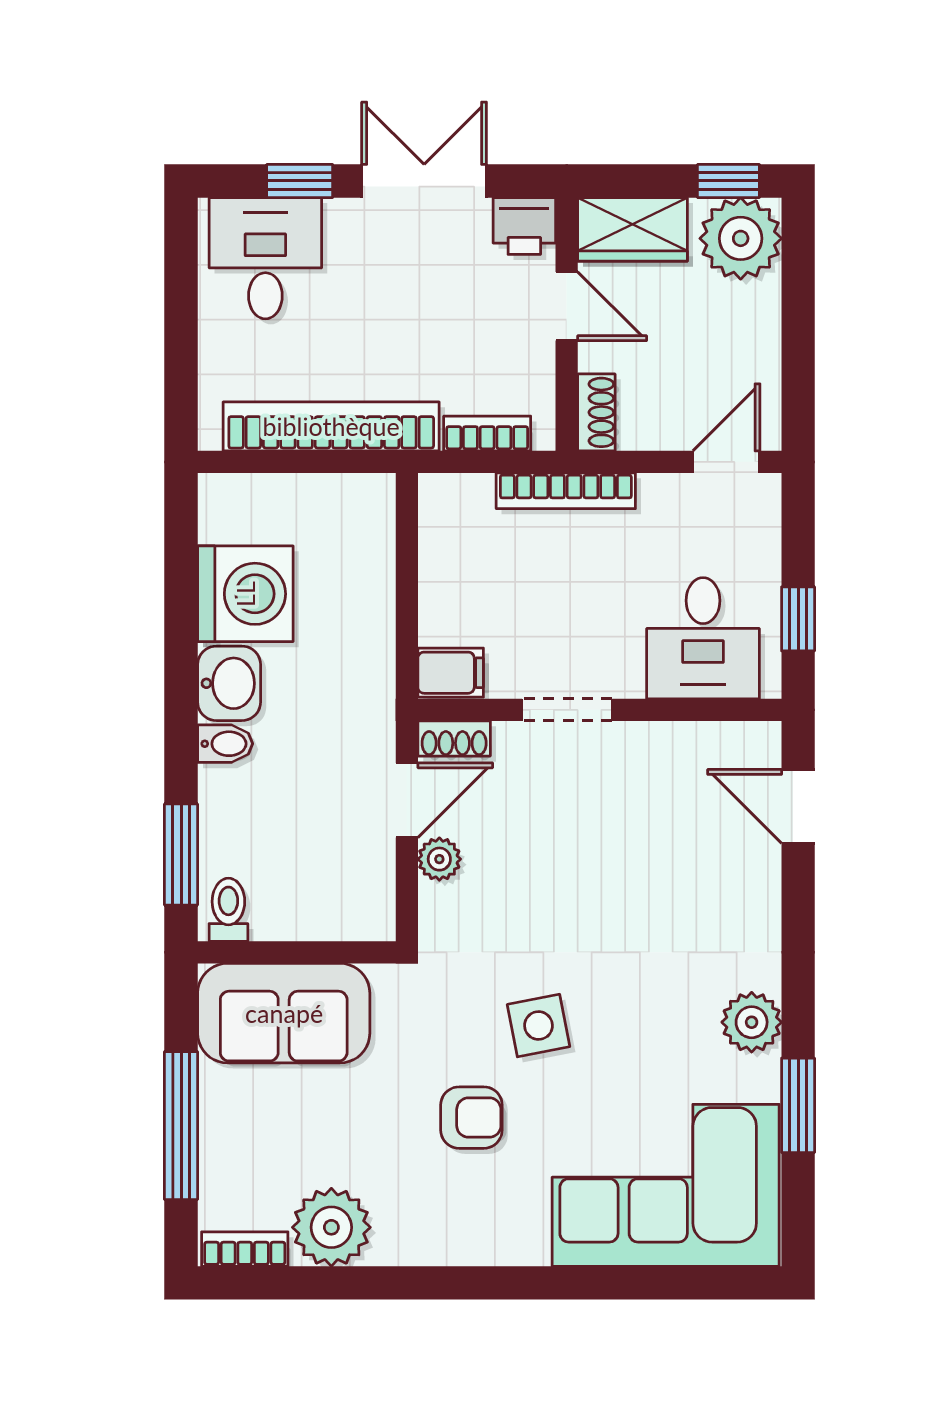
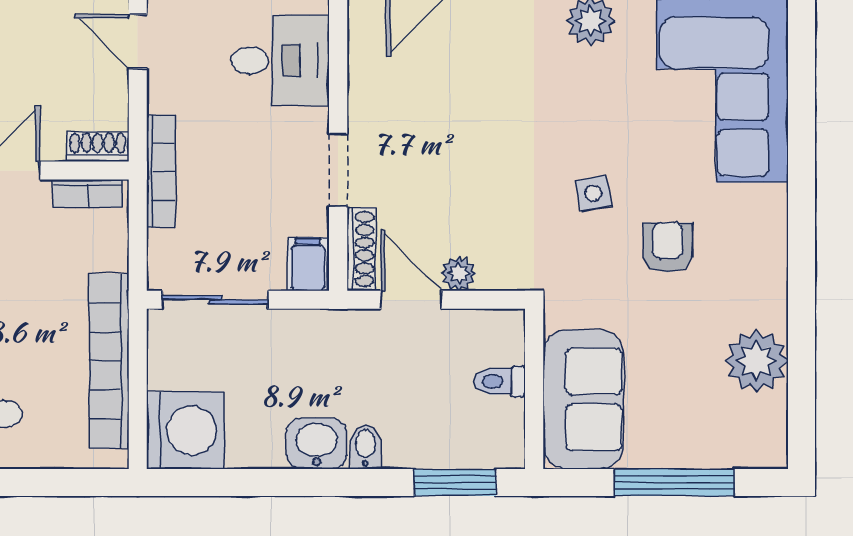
bookcase: (487, 434) -> (87, 194), moved, turned -90
sliding door: (407, 558) -> (215, 300), added
washing machine: (245, 594) -> (185, 430), moved, turned 90
shoe rack: (454, 739) -> (361, 249), width x1.43
toilet: (228, 910) -> (500, 381), moved
side table: (538, 1026) -> (593, 193), width x0.73, depth x0.73
bookcase: (245, 1249) -> (774, 431), removed

